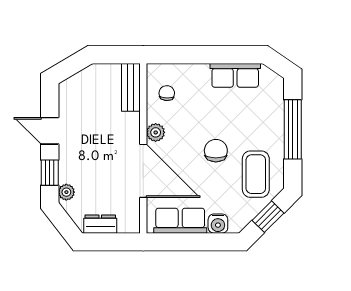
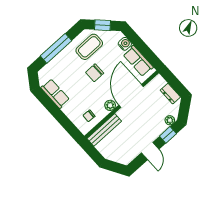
bench: (131, 87) -> (104, 130), width x1.36

